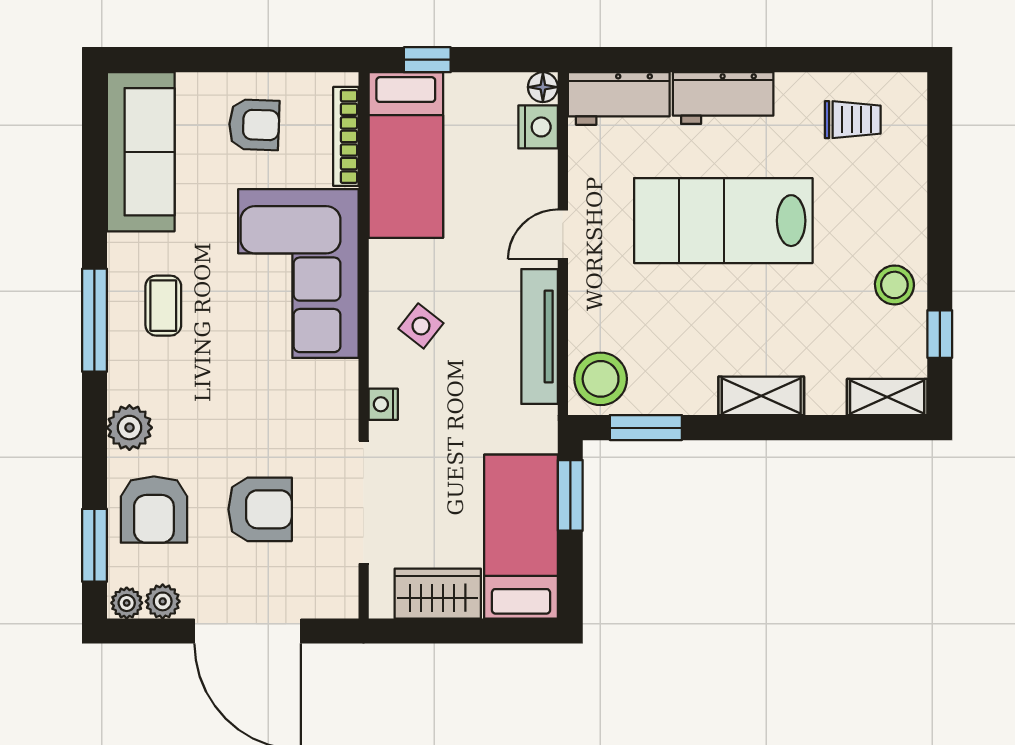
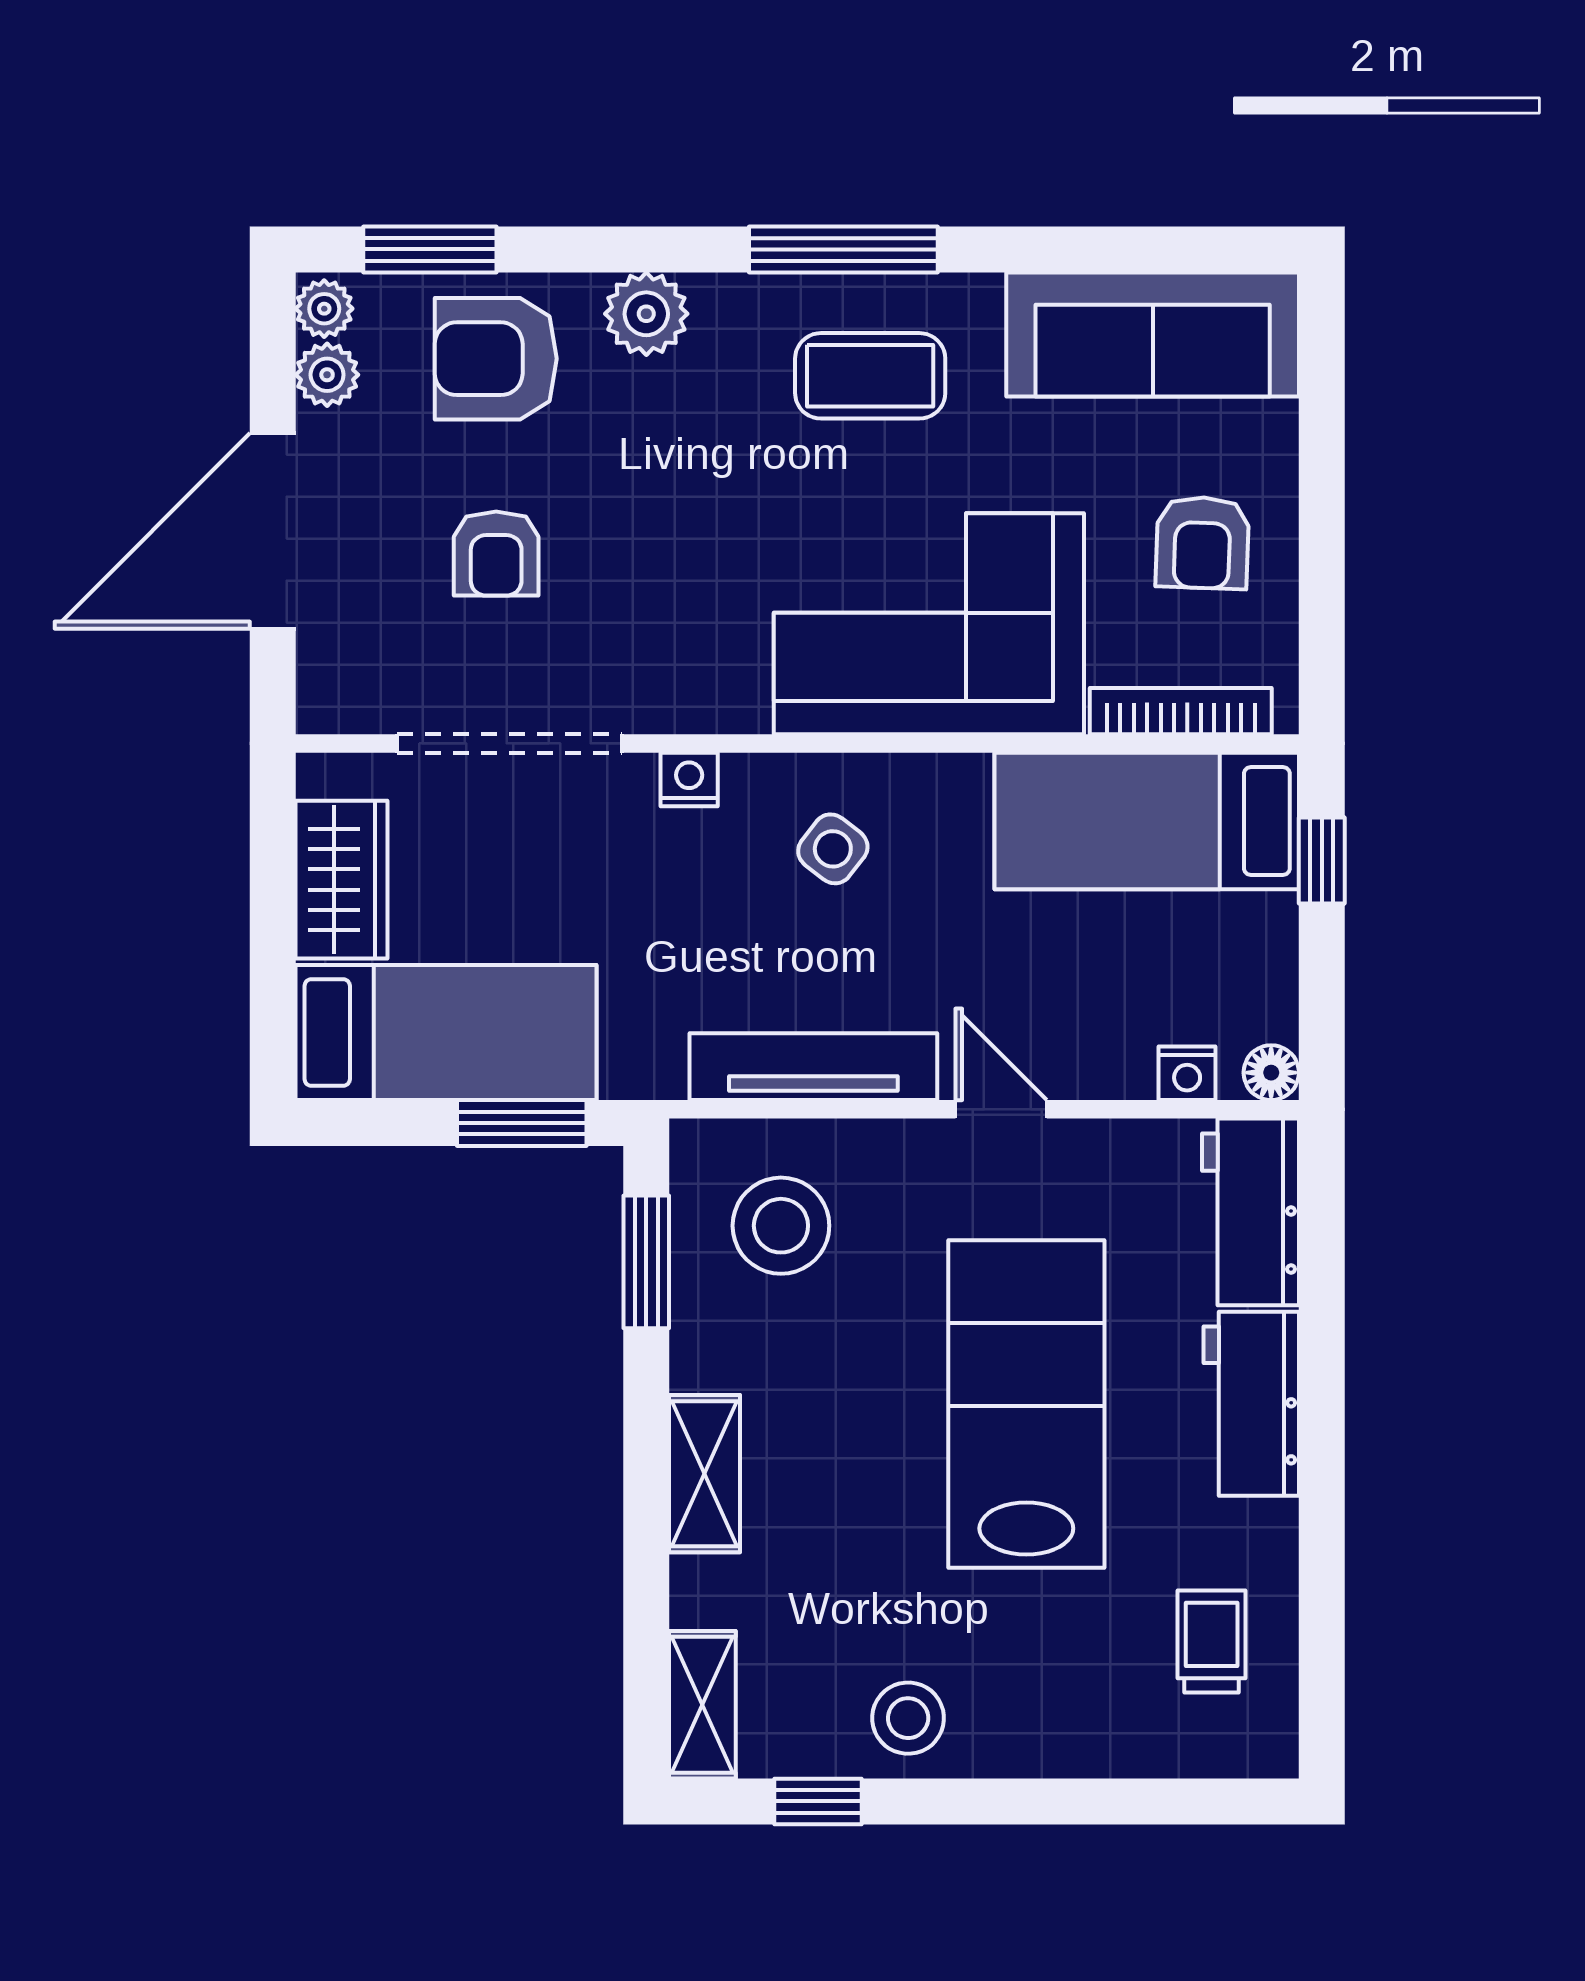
trolley: (853, 120) -> (1212, 1641), turned 180
nightstand: (538, 127) -> (1187, 1073), width x0.72, depth x0.74
coffee table: (163, 306) -> (870, 376), width x1.36, depth x1.30
stool: (601, 379) -> (781, 1226), moved
armchair: (260, 509) -> (496, 553), width x0.72, depth x0.72

